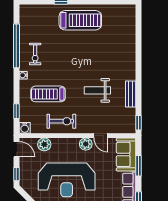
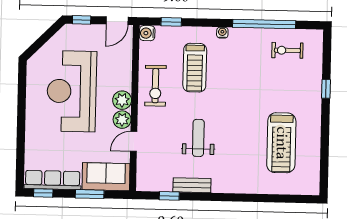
treadmill: (80, 20) -> (281, 143), moved
exercise bike: (35, 54) -> (287, 50), moved
treadmill: (48, 94) -> (195, 68), turned 180
window: (138, 123) -> (169, 196), moved
plant: (44, 144) -> (122, 100), moved

